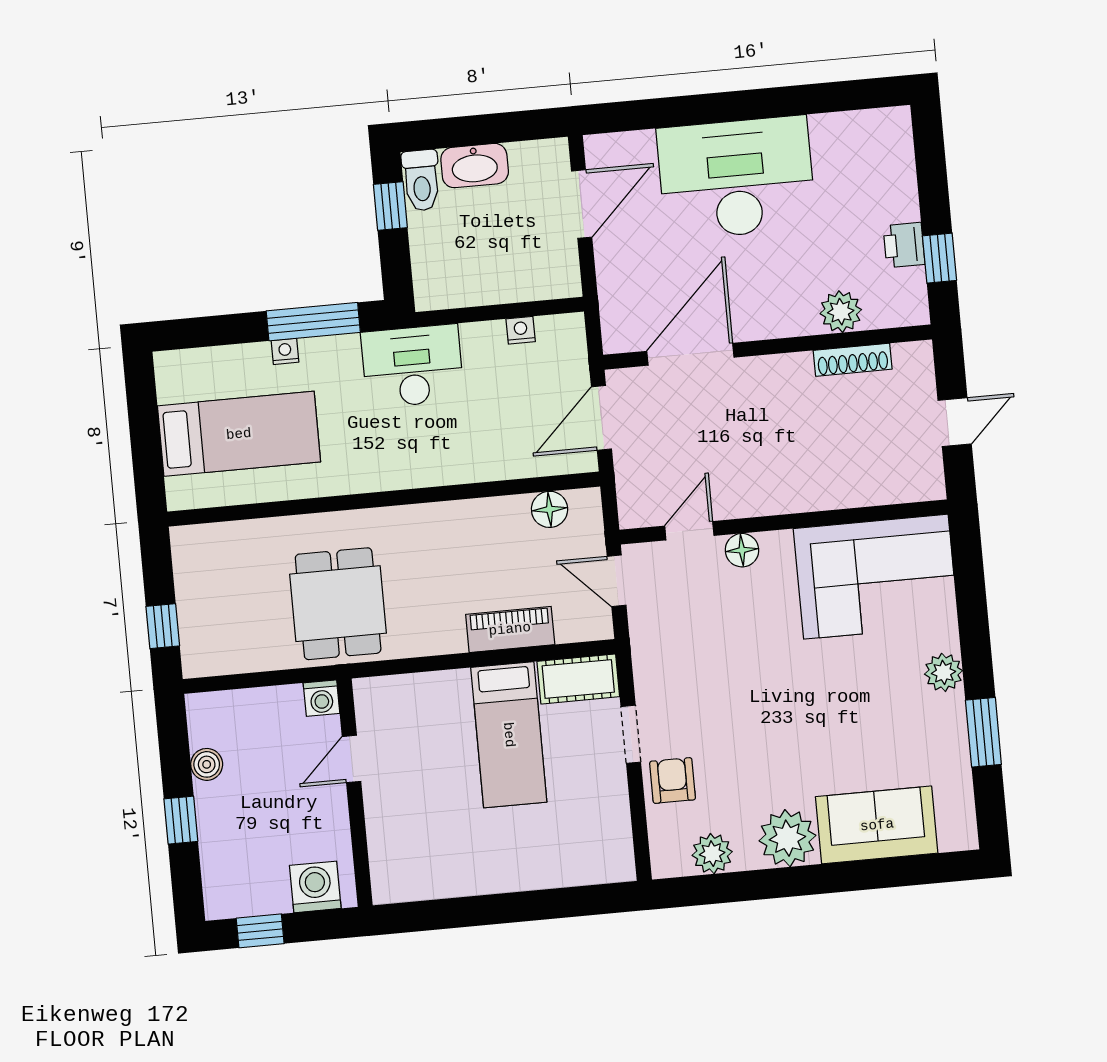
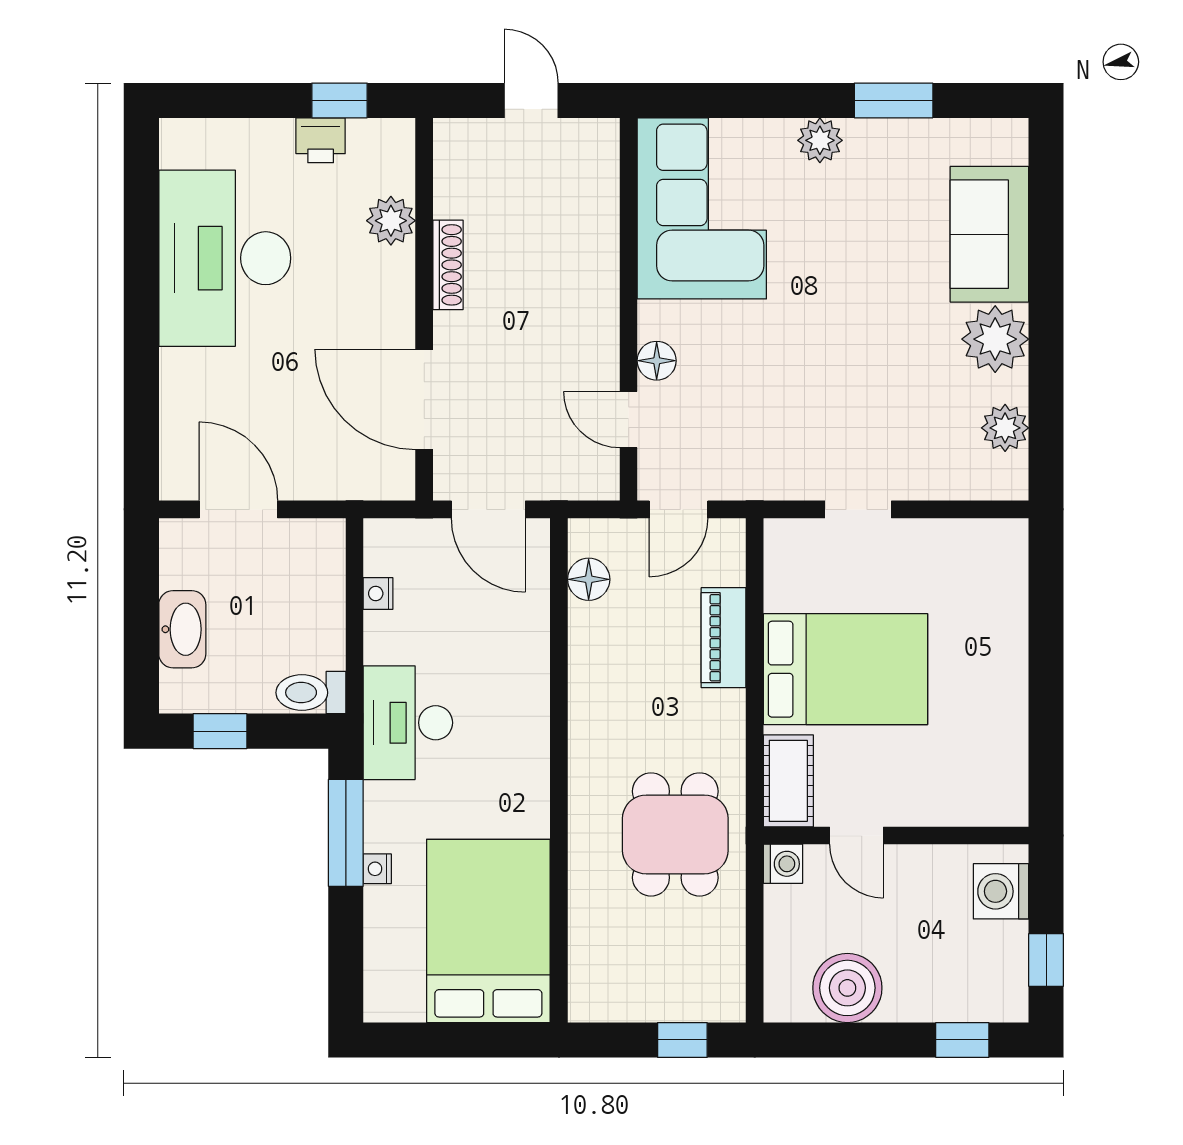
desk: (736, 178) -> (225, 258), moved
toilet: (421, 180) -> (311, 693), moved, turned 180
shoe rack: (853, 360) -> (448, 265), moved
bed: (239, 434) -> (488, 931), width x1.50
dining table: (338, 604) -> (675, 834), turned 90
cot: (578, 679) -> (788, 781), moved
bed: (509, 735) -> (845, 669), width x1.50
boiler: (207, 764) -> (847, 988), width x1.86, depth x1.86
armchair: (673, 781) -> (916, 466), removed
window: (181, 820) -> (962, 1040), moved

